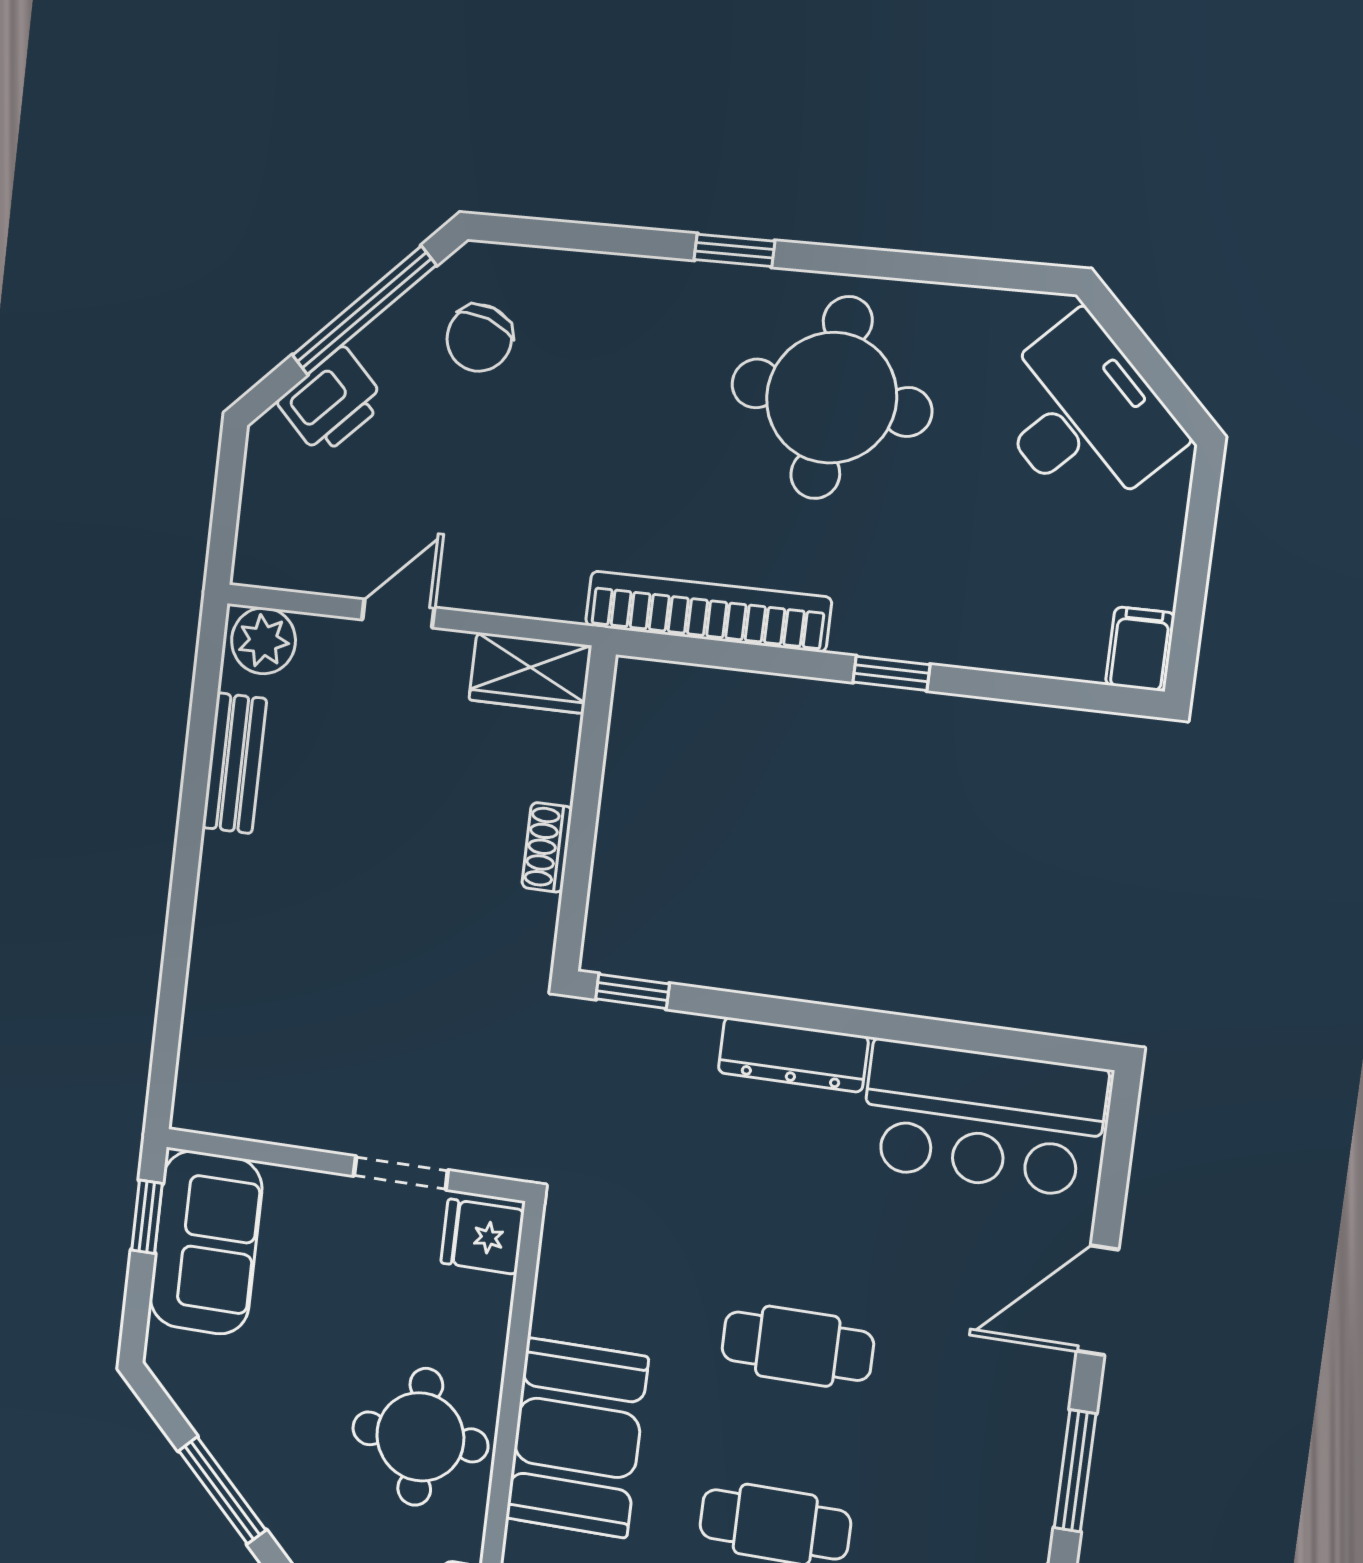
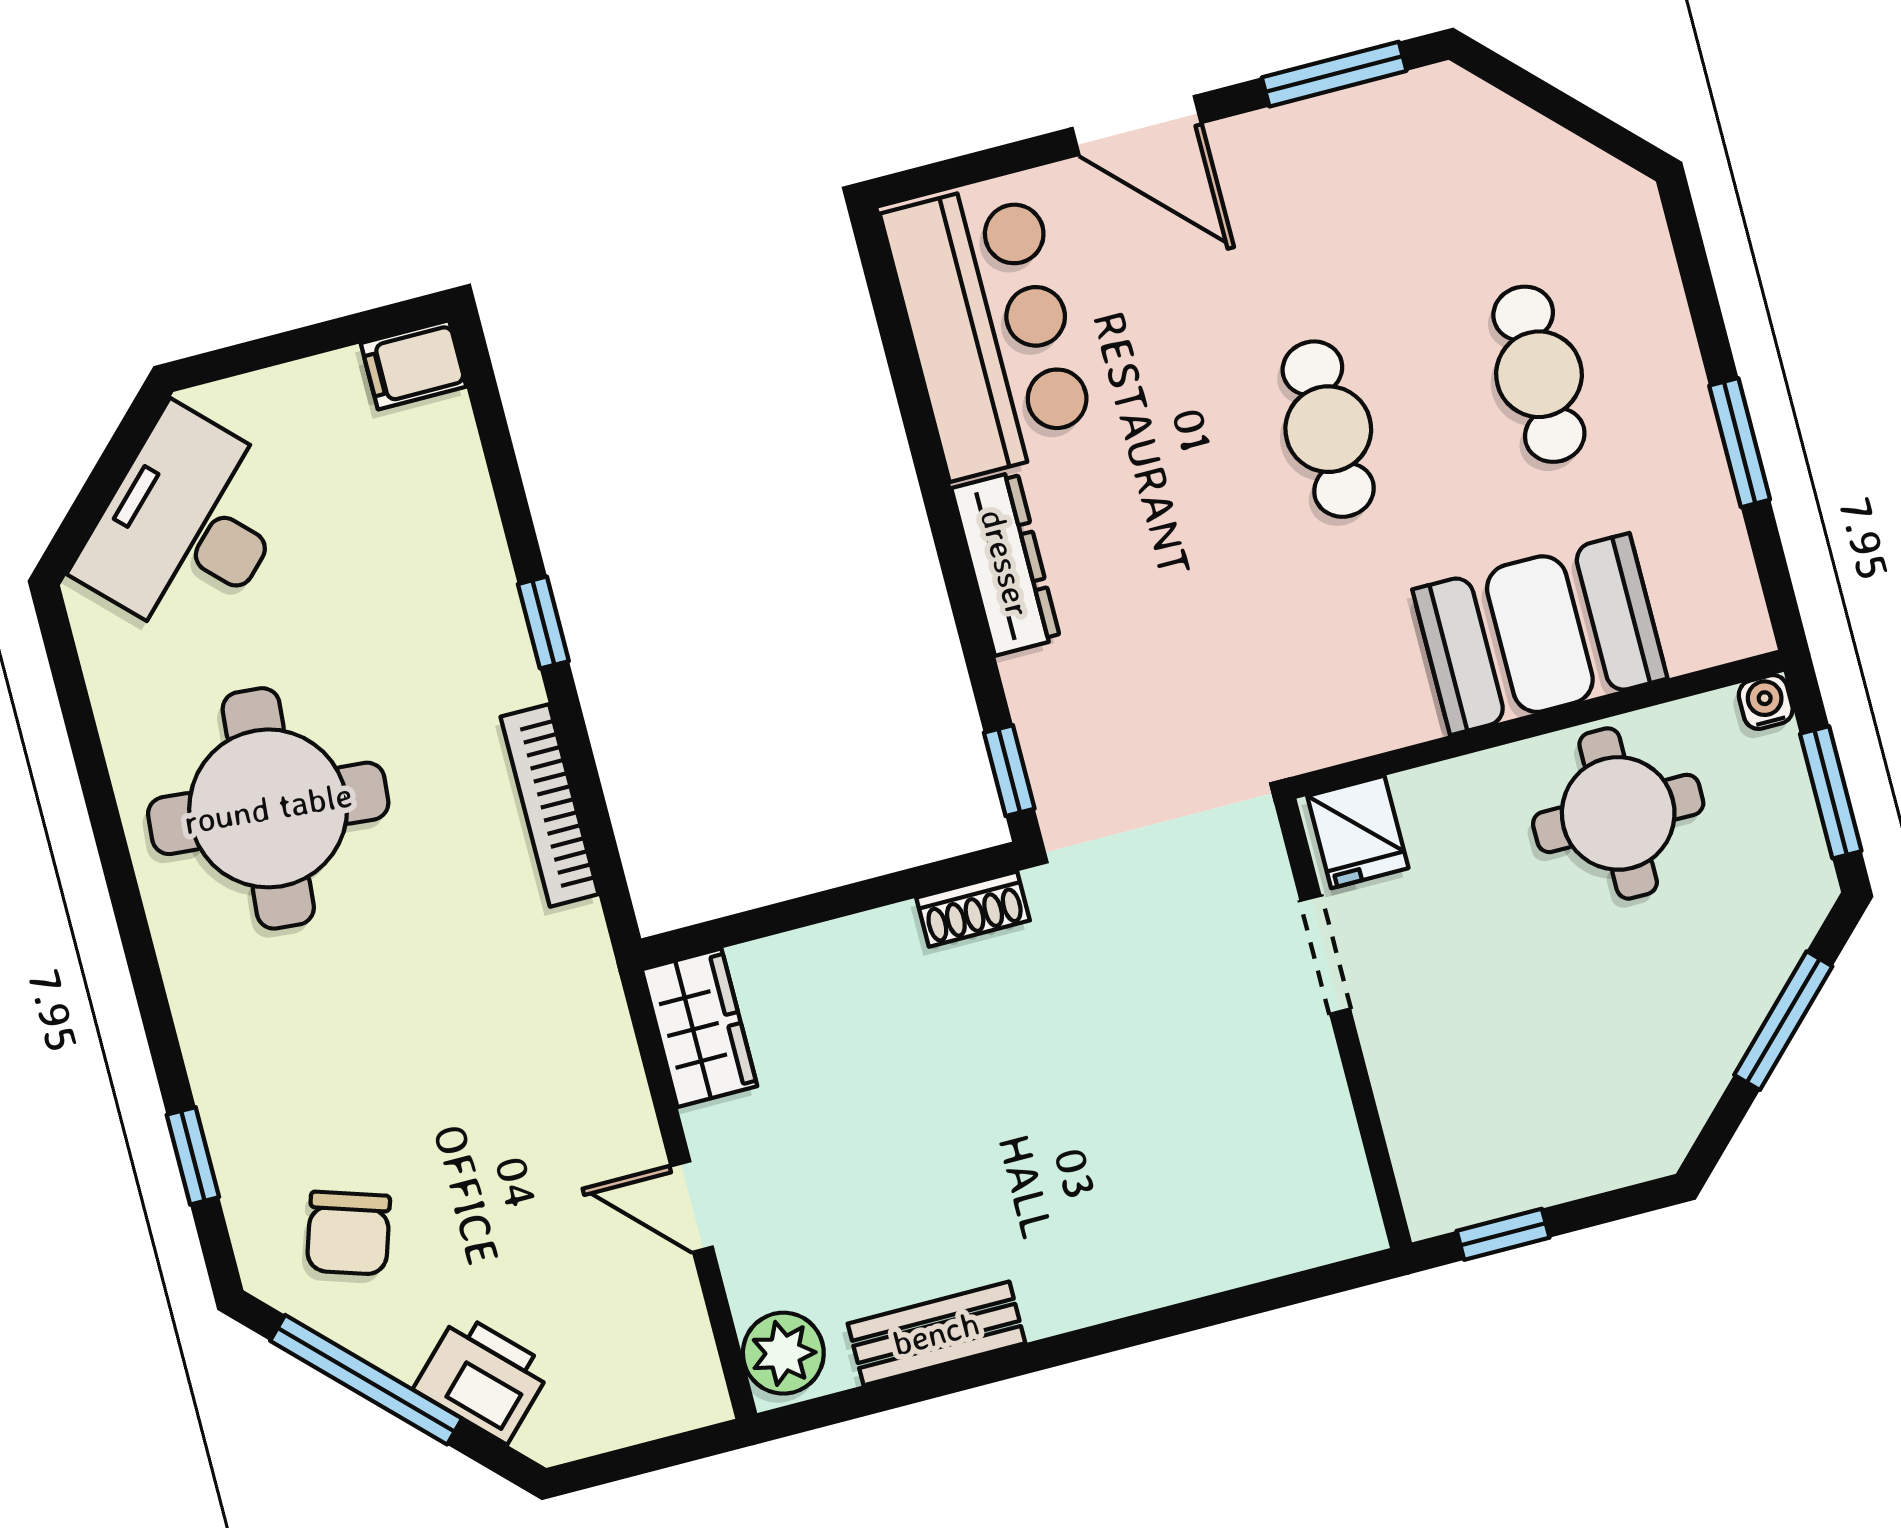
window: (734, 250) -> (193, 1156), moved
chair: (479, 338) -> (348, 1233), turned 88
bookcase: (708, 612) -> (550, 805), width x0.68, depth x0.76
shoe rack: (547, 847) -> (973, 909), moved
sofa: (206, 1243) -> (1503, 1152), removed

